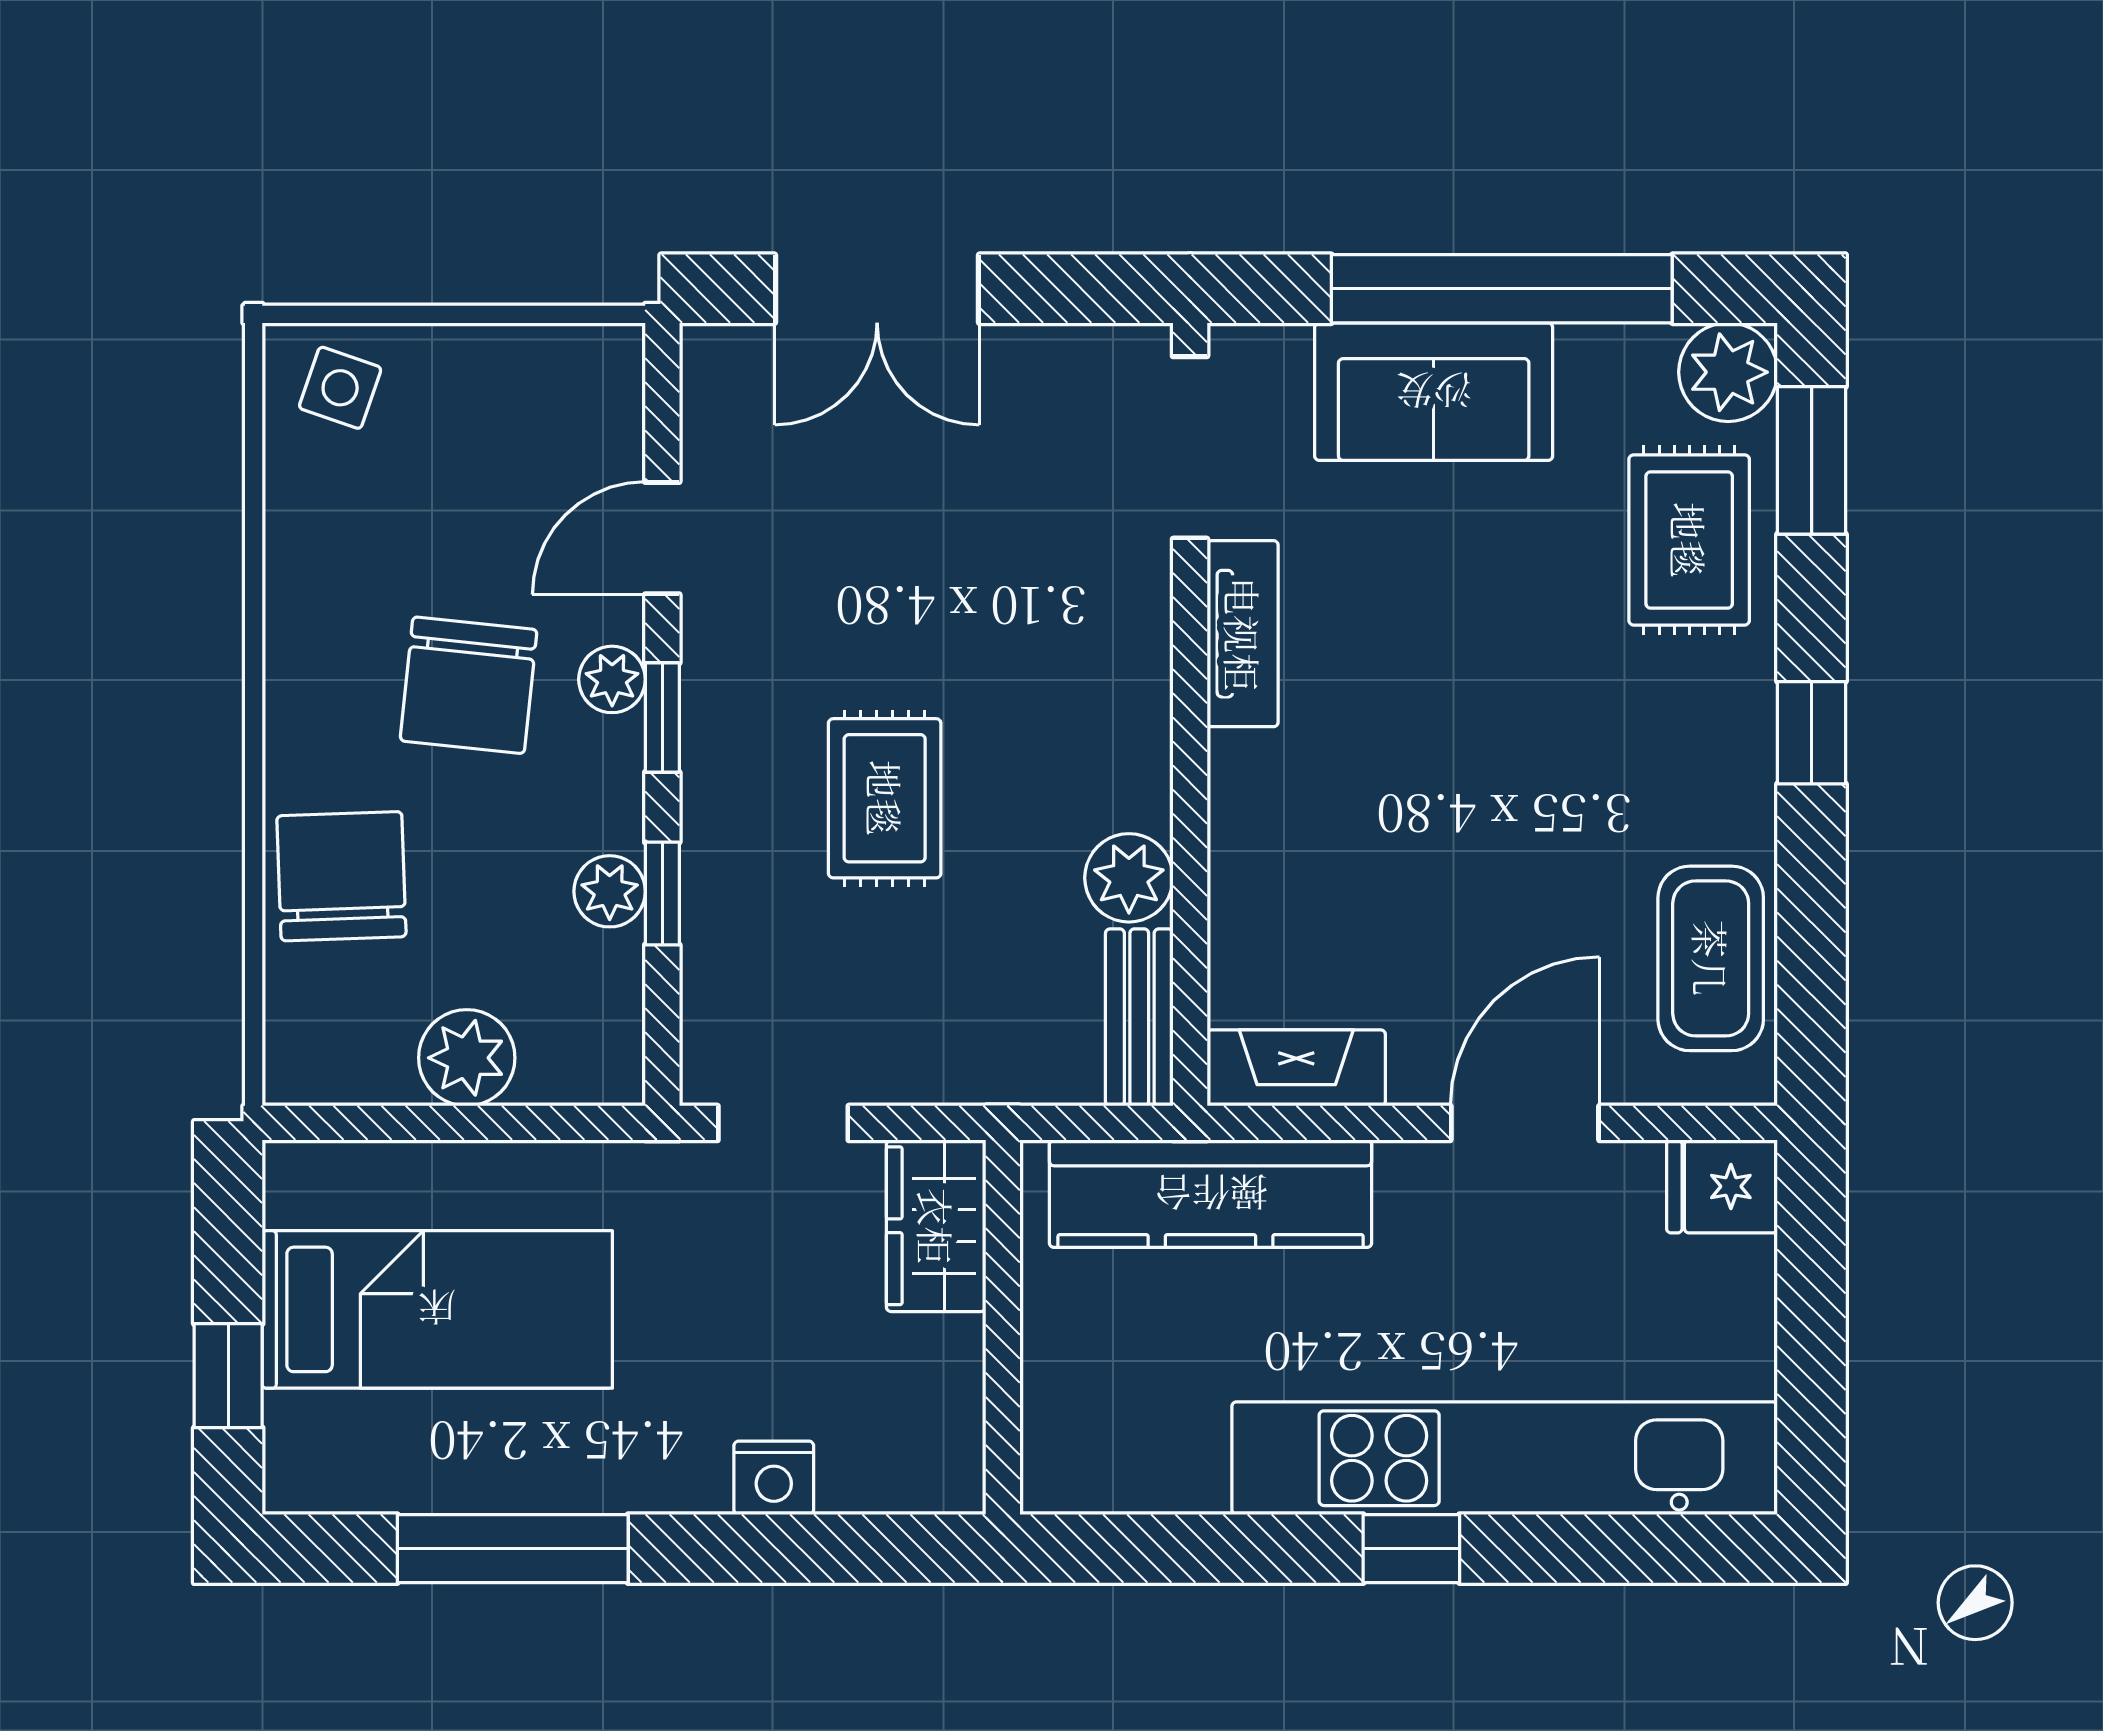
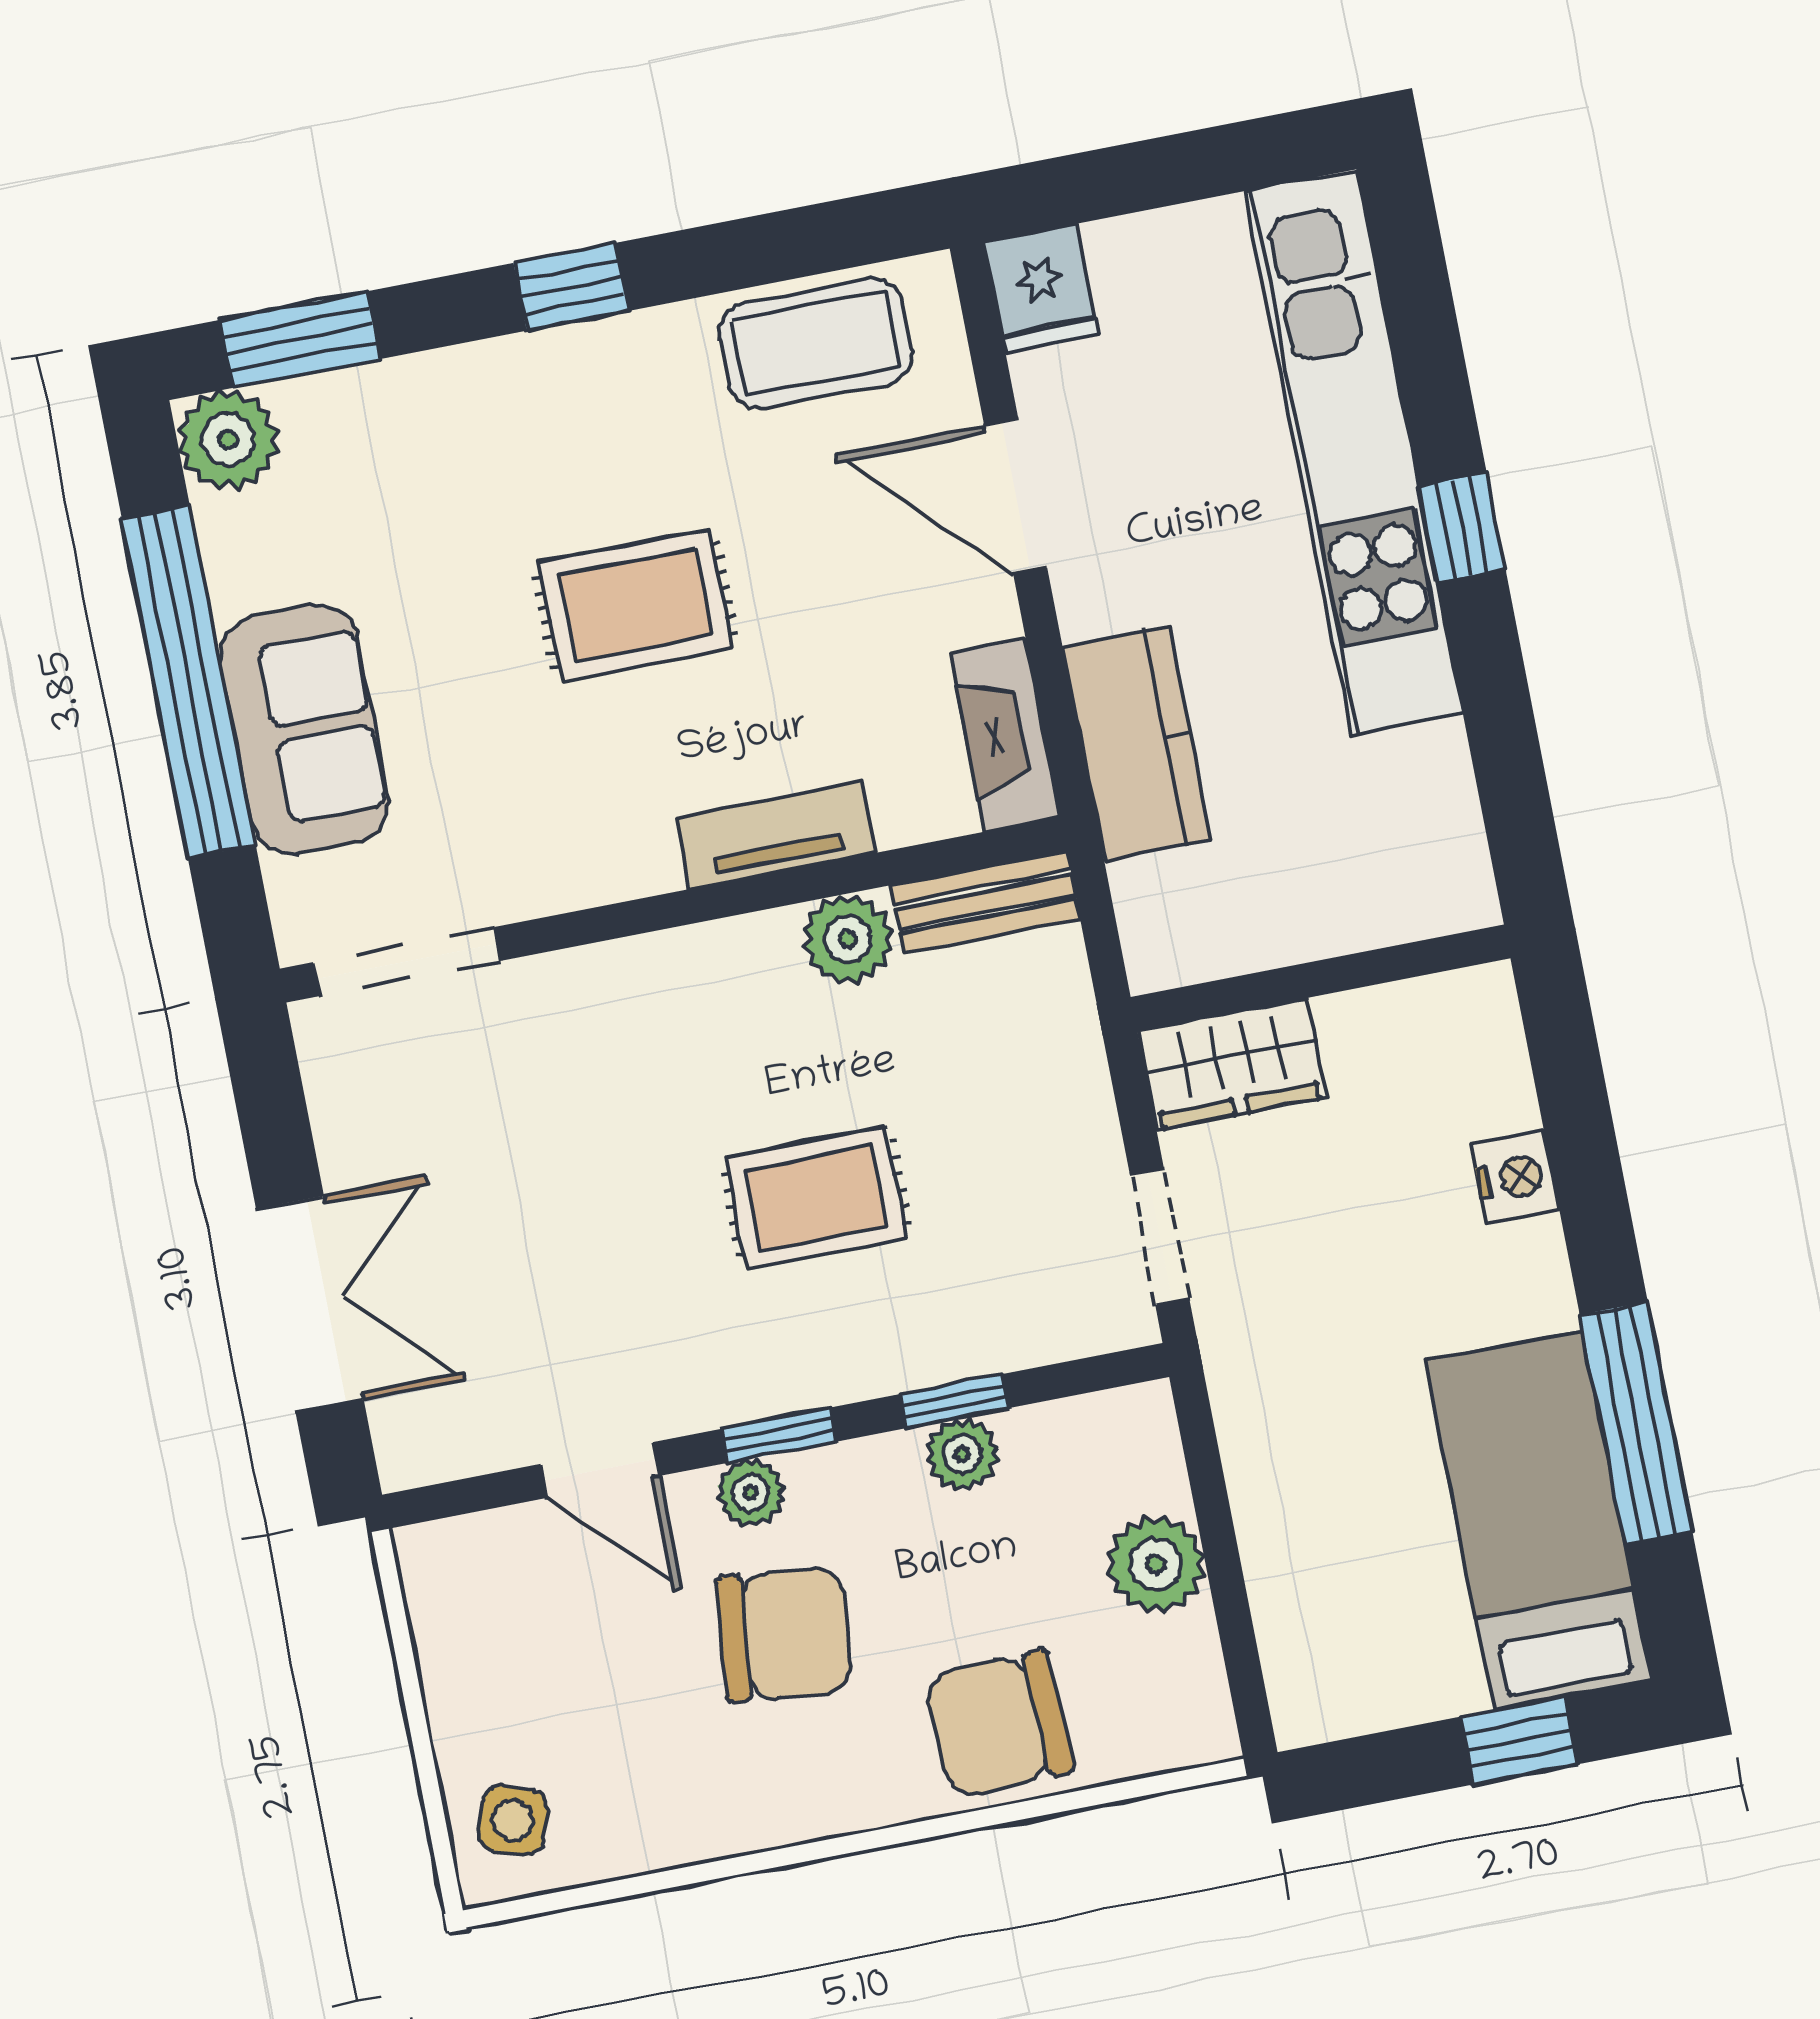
rug: (1689, 540) -> (636, 605), moved
tv unit: (1243, 634) -> (776, 836), moved
kitchen counter: (1211, 1194) -> (1137, 743), width x0.67
bed: (437, 1309) -> (1538, 1520), moved

